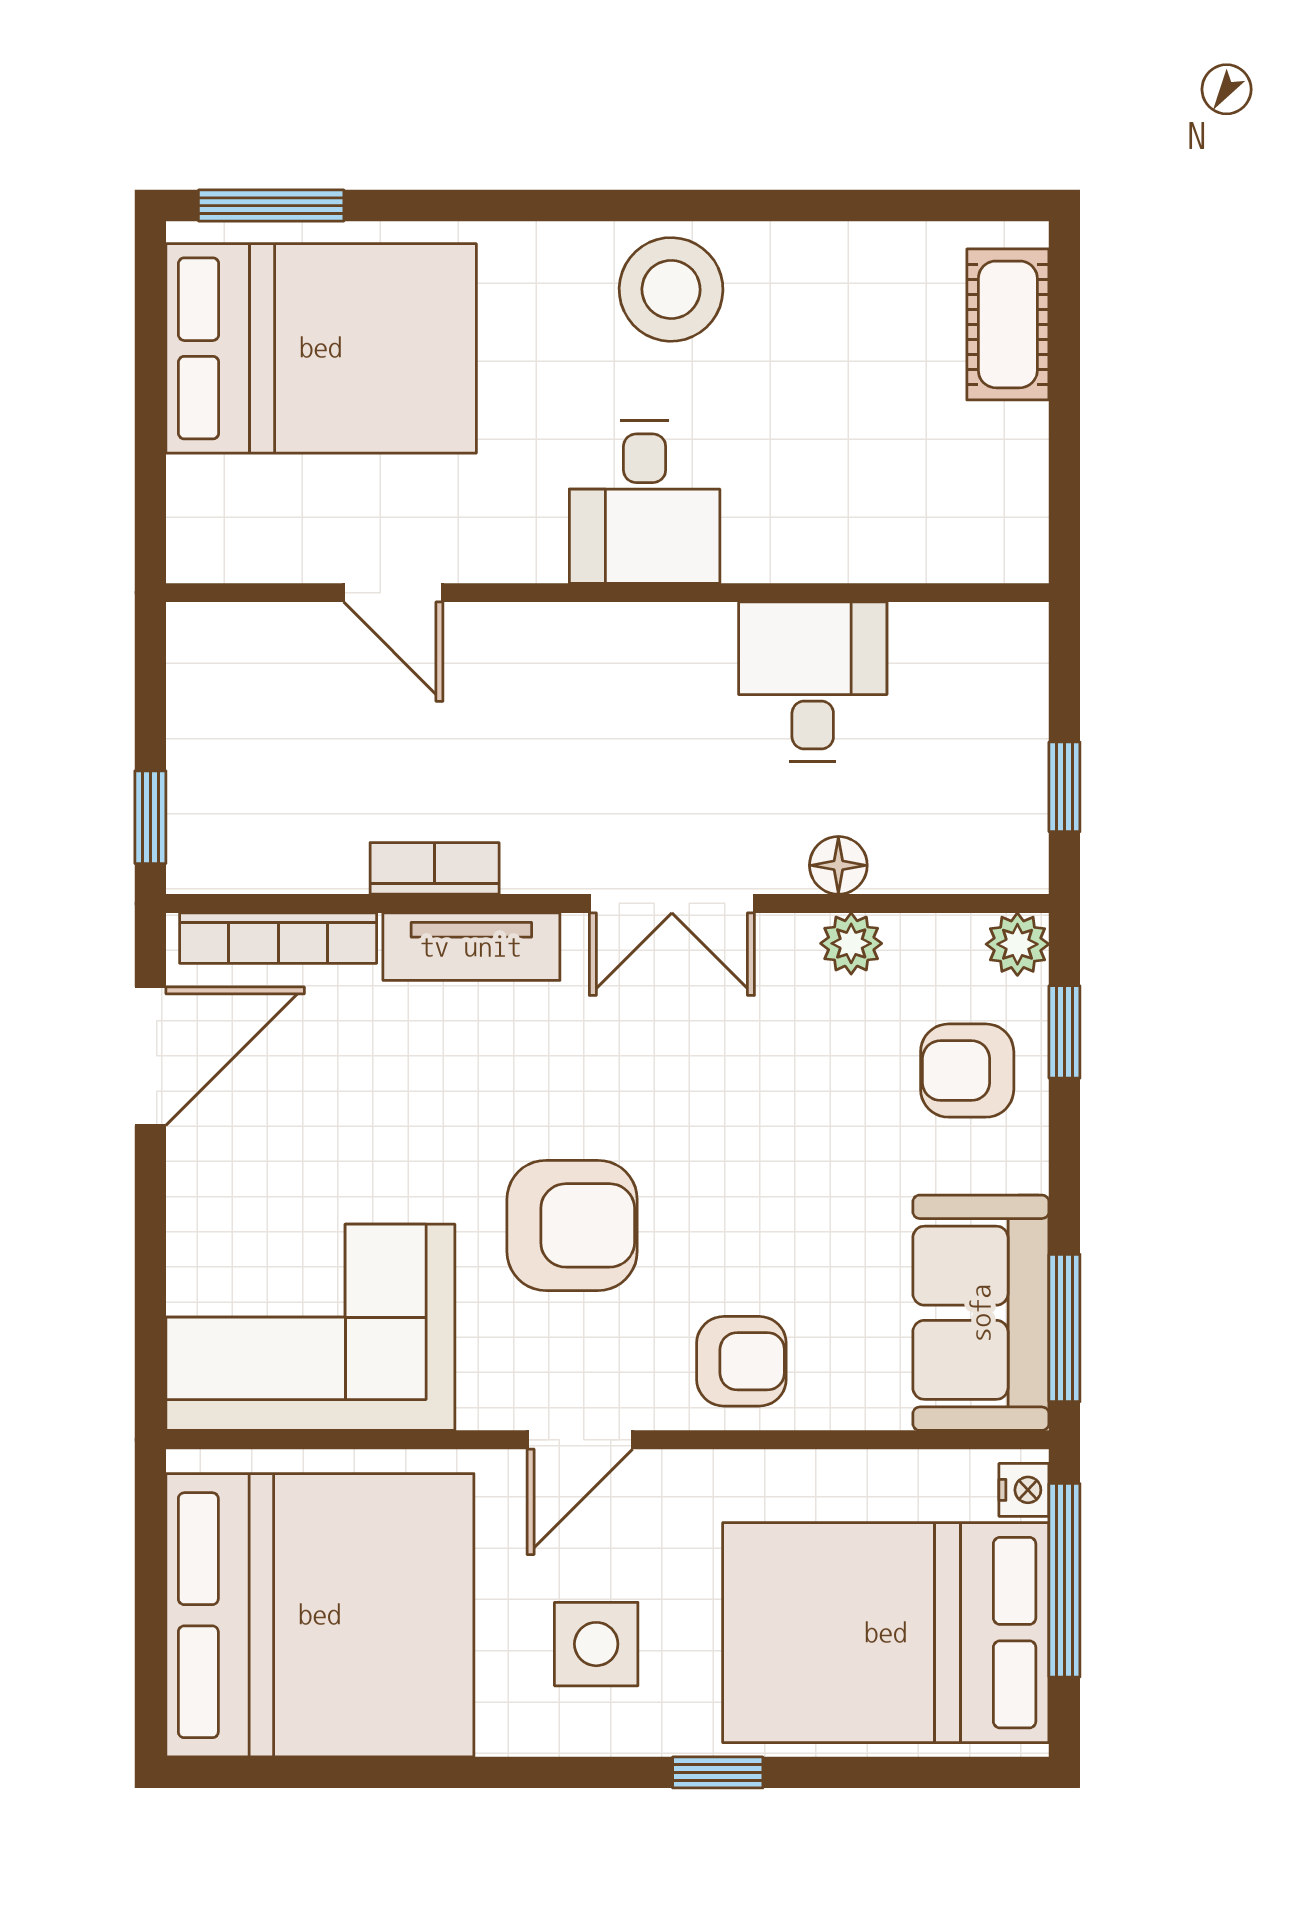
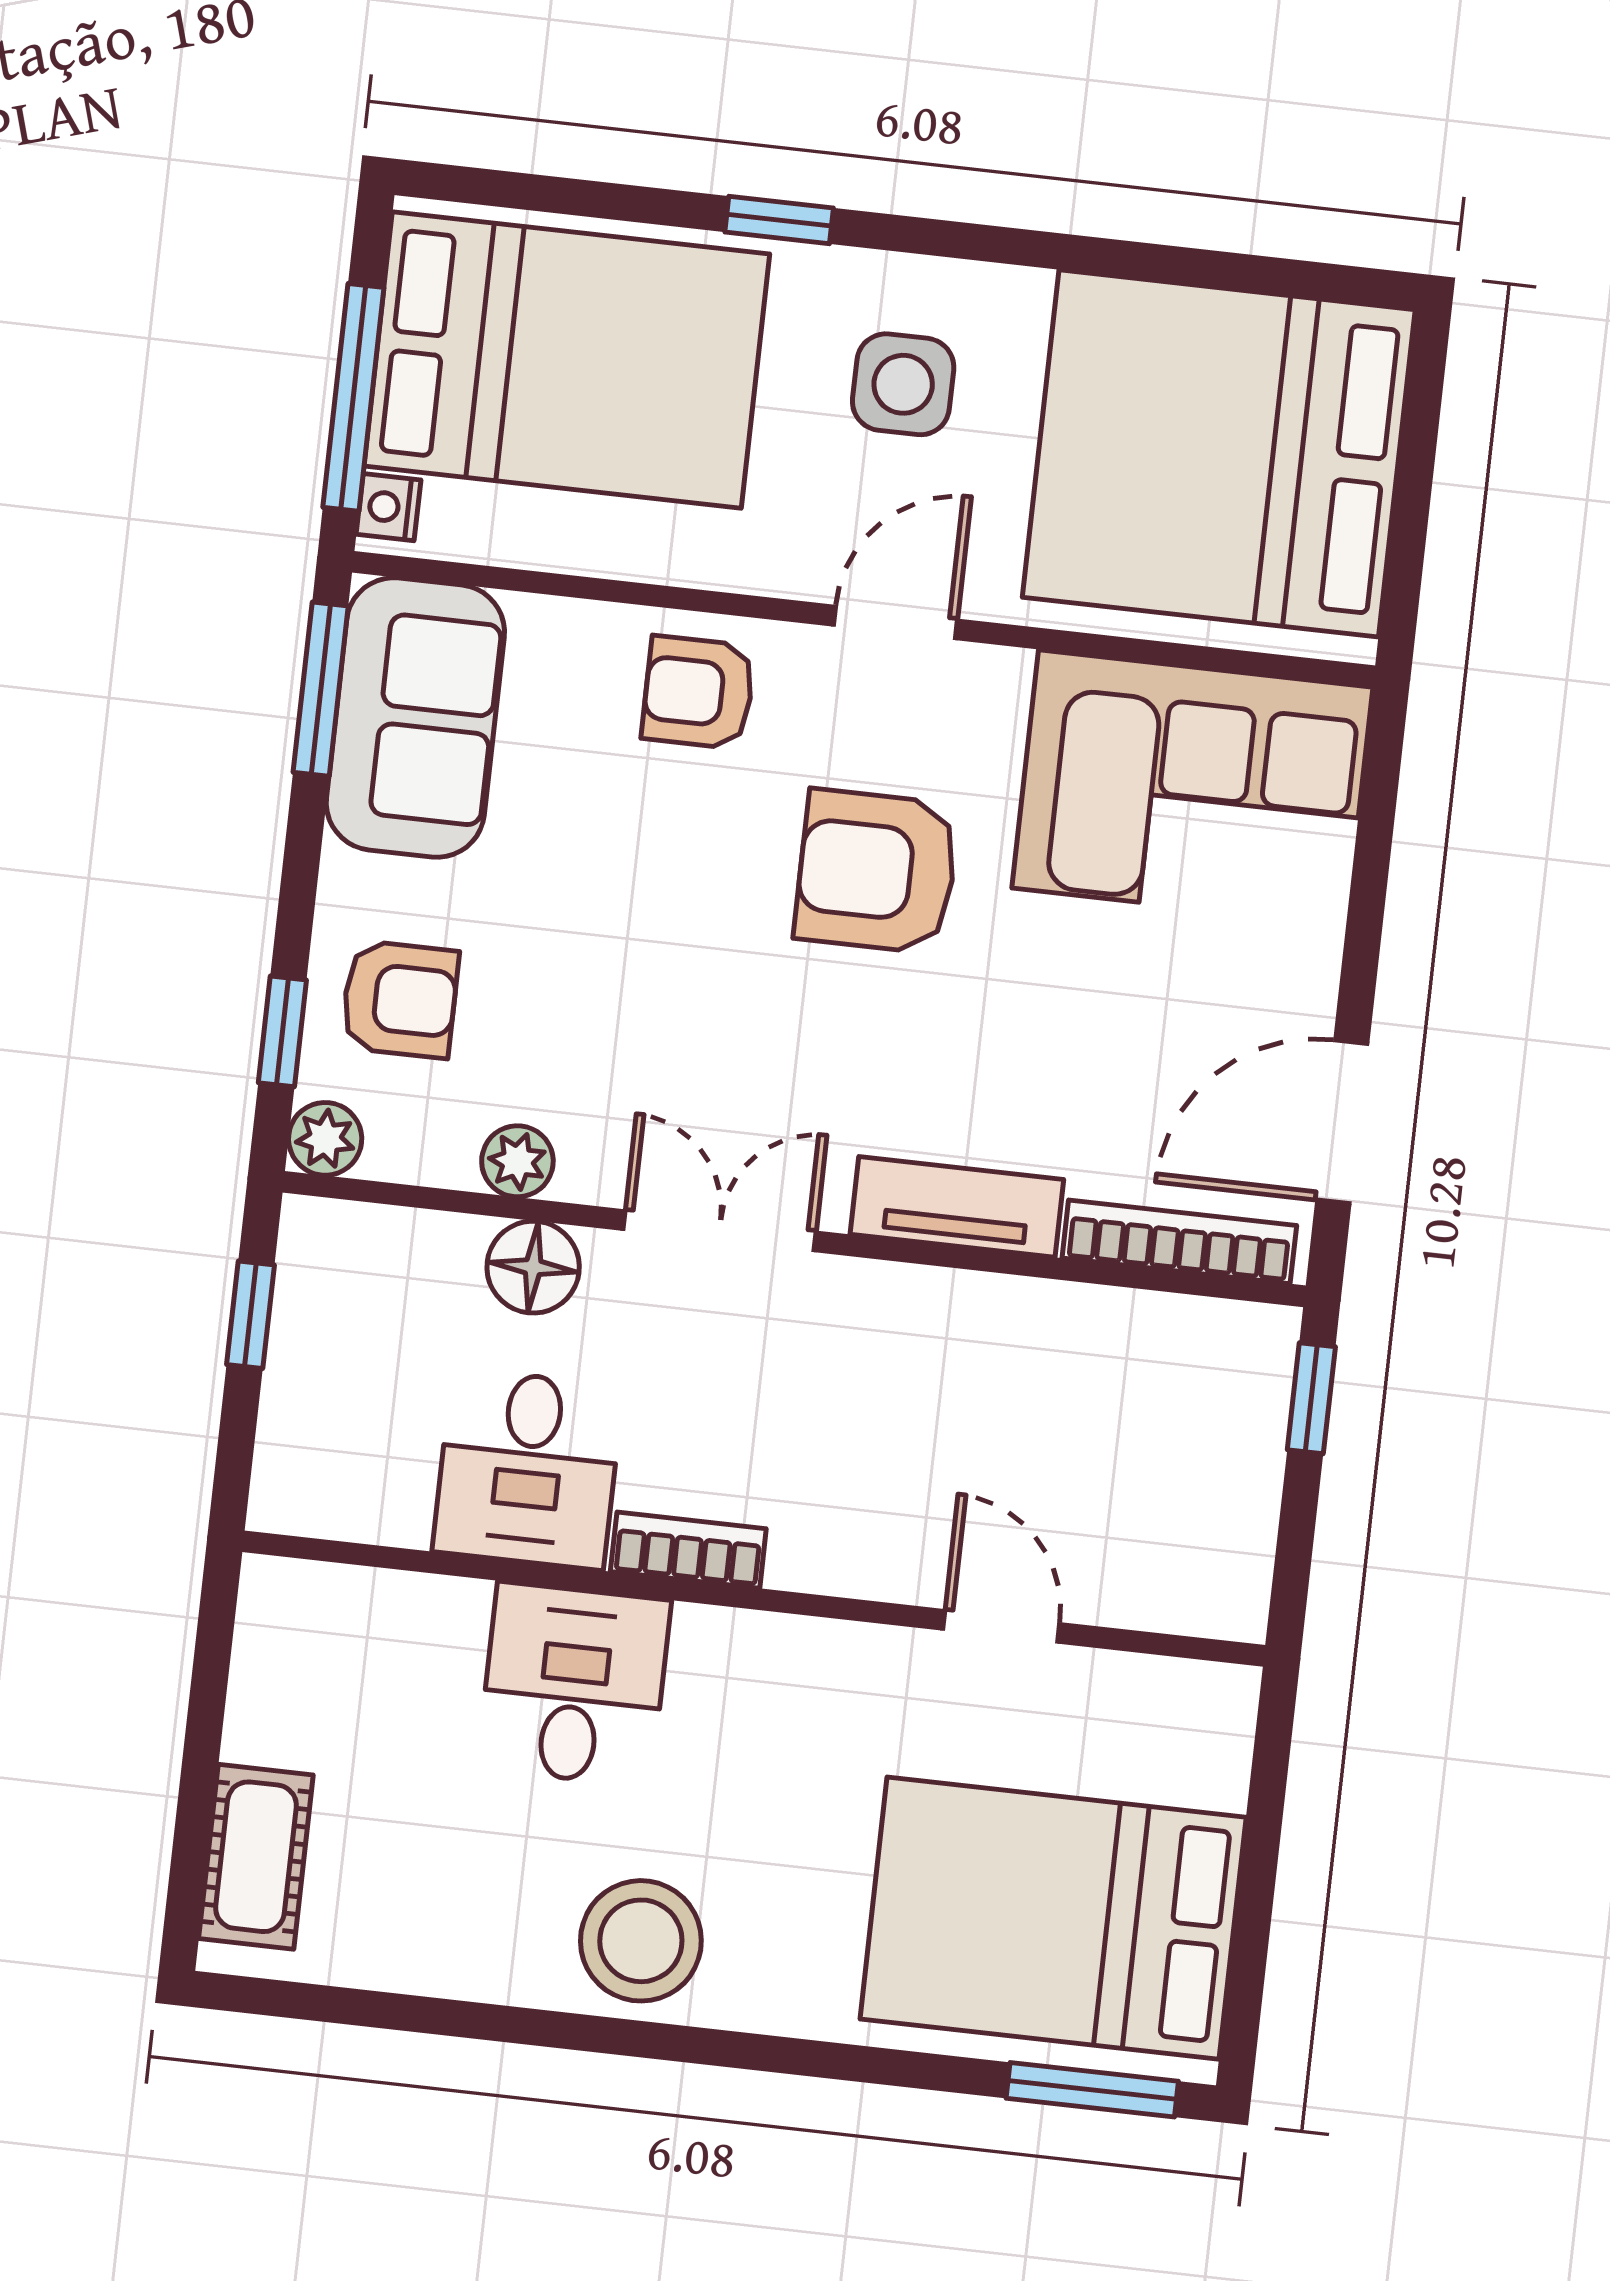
desk: (645, 502) -> (574, 1684), moved
floor lamp: (838, 865) -> (533, 1267), width x1.37, depth x1.37
bookcase: (435, 868) -> (688, 1550), moved, turned 180

